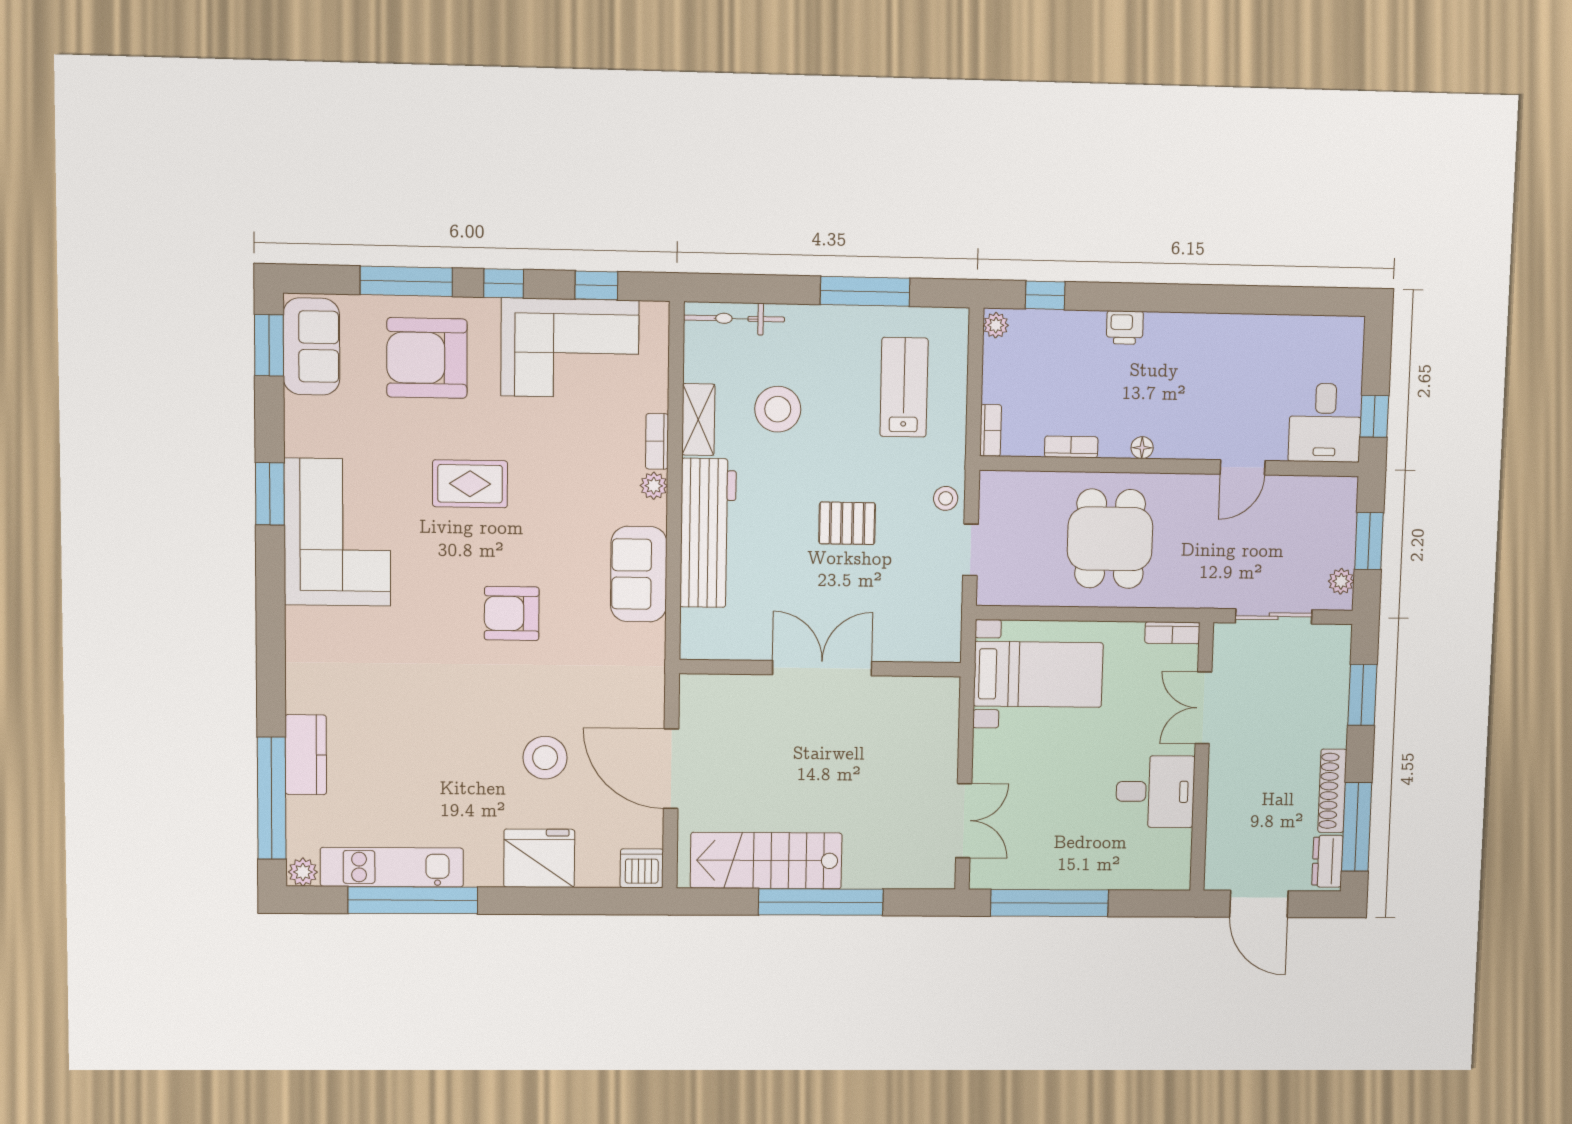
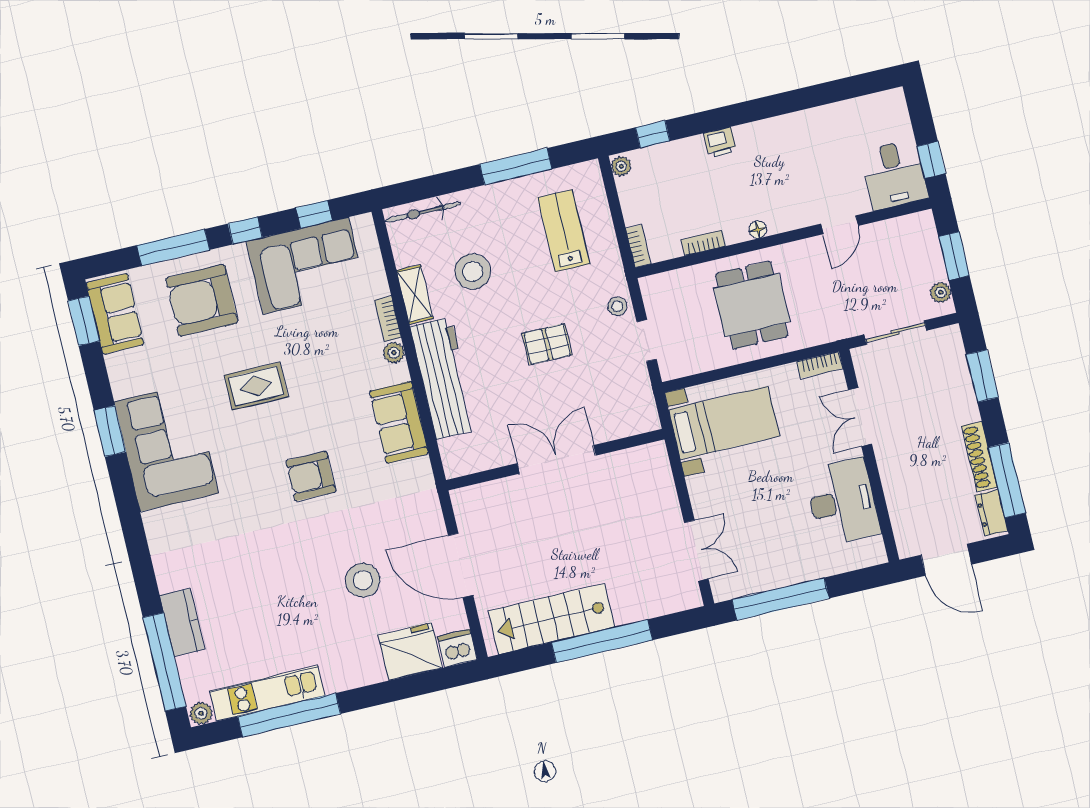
desk: (1155, 792) -> (842, 502), width x1.37
fridge: (539, 858) -> (410, 651), moved

